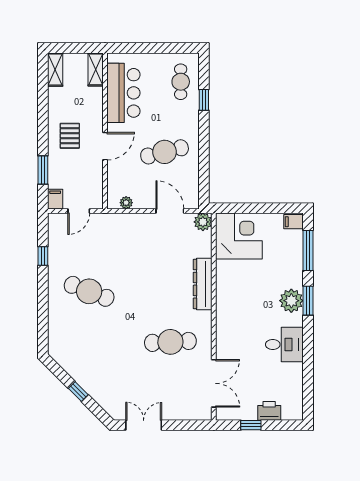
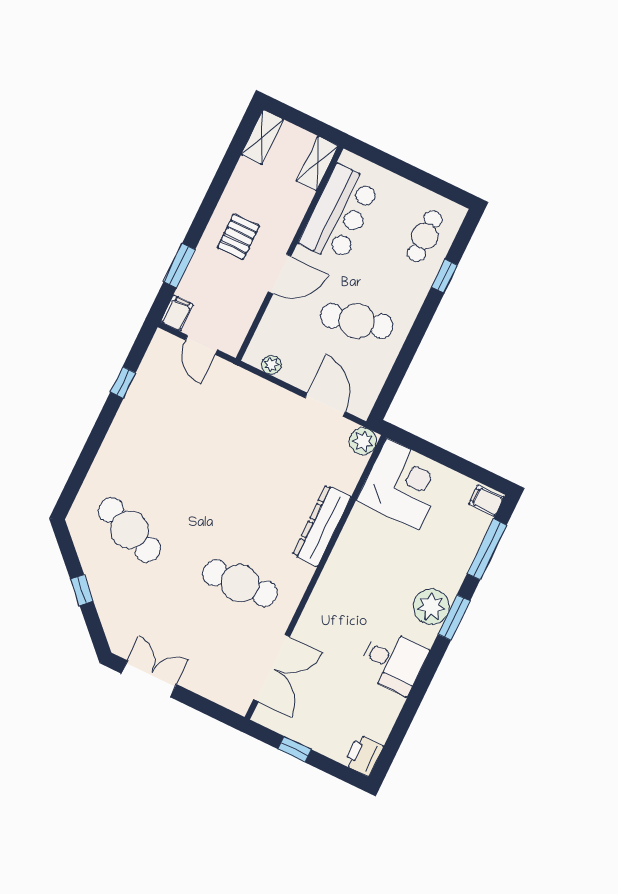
door: (79, 211) -> (201, 345), hinge flipped
cafe table: (89, 291) -> (129, 530), moved
printer: (269, 411) -> (363, 755), moved, turned -90

